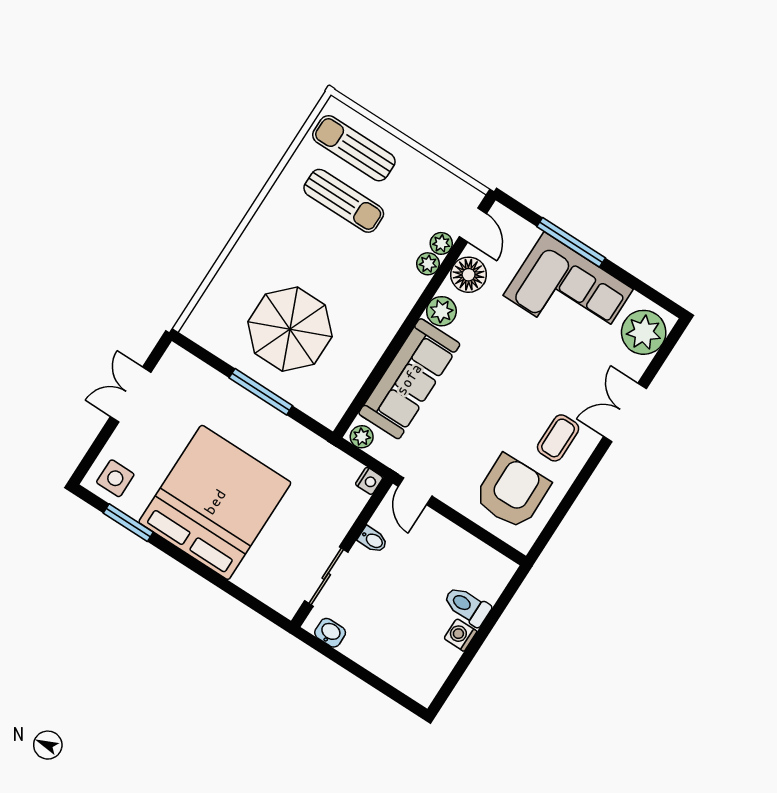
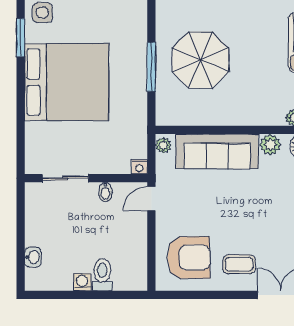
washbasin: (330, 633) -> (33, 257), moved

